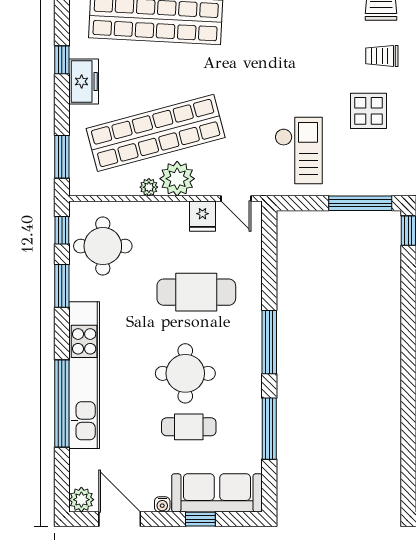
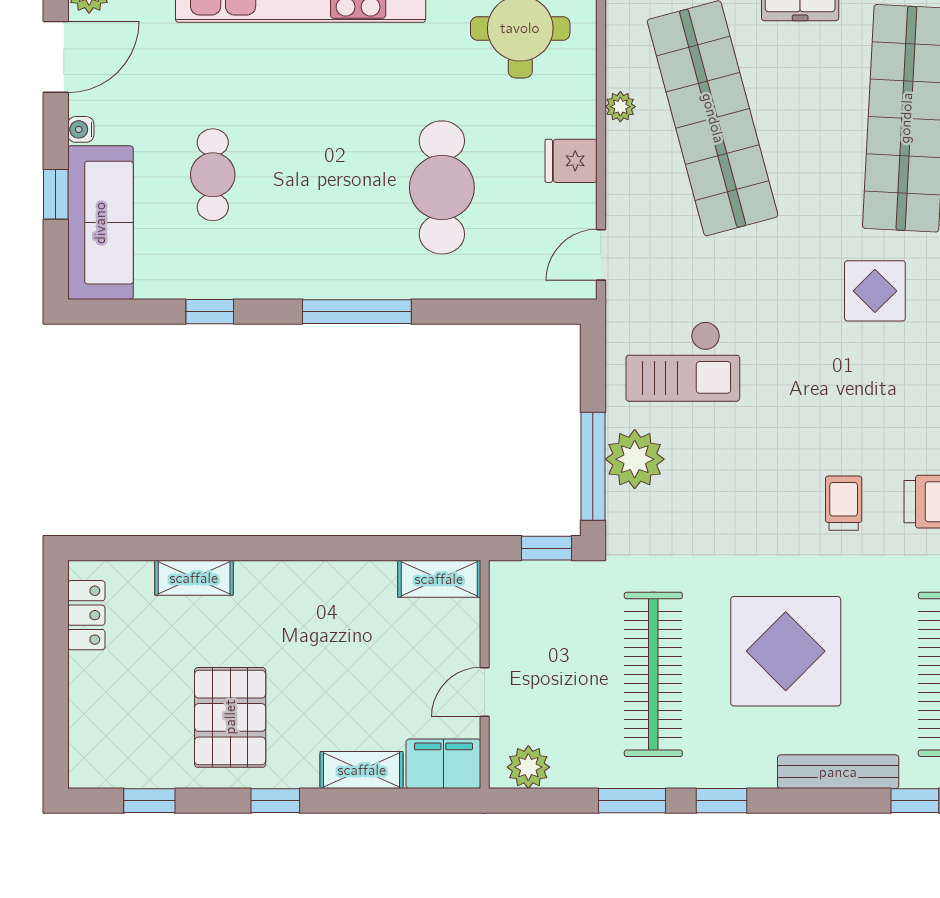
display table: (369, 111) -> (875, 291), moved
plant: (177, 179) -> (635, 459), moved
fridge: (202, 216) -> (571, 161), moved
round table: (185, 373) -> (304, 169), removed
window: (269, 429) -> (210, 312), width x0.46

